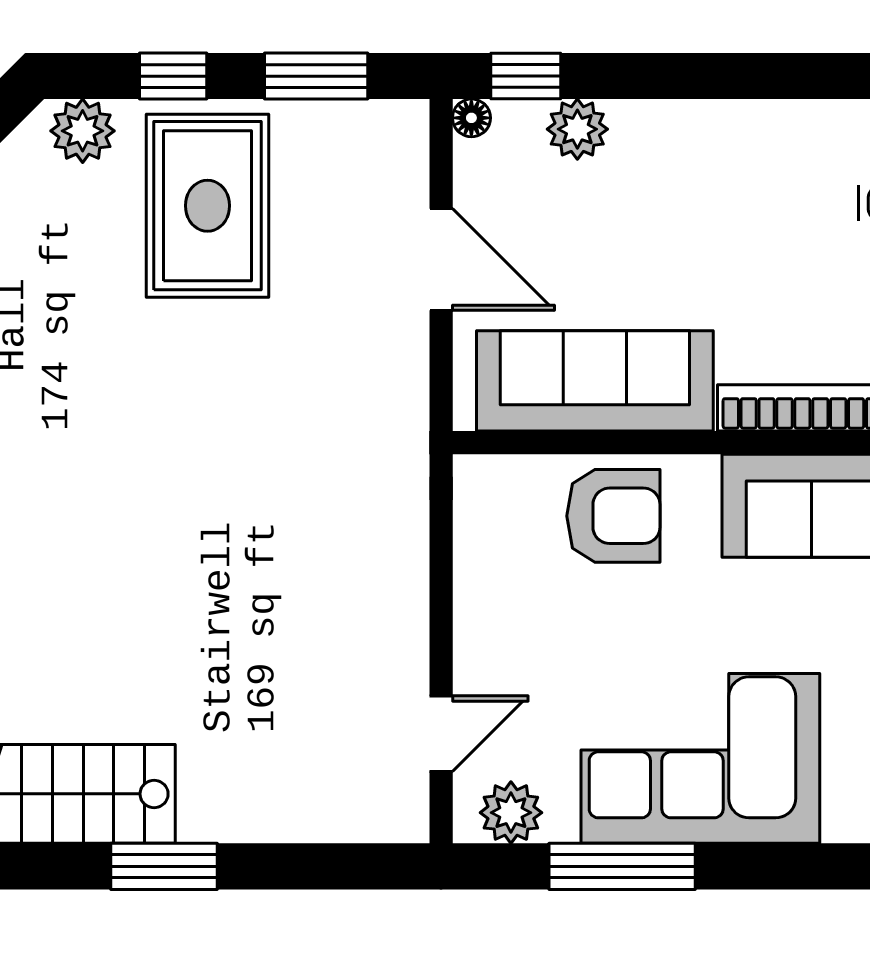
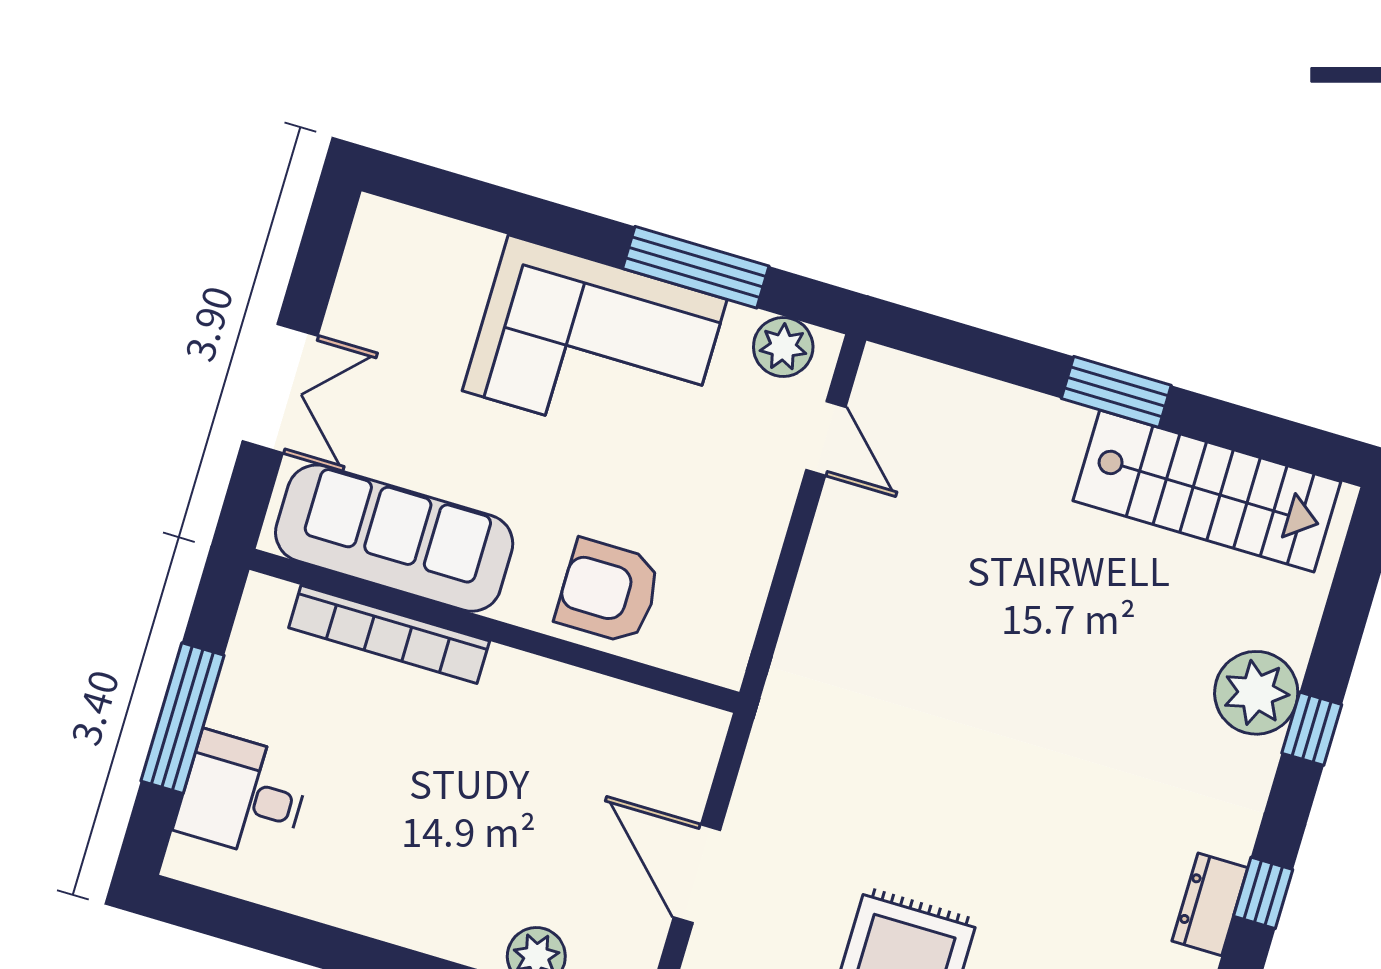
sofa: (595, 381) -> (589, 720), removed
door: (441, 734) -> (826, 438), swing flipped

